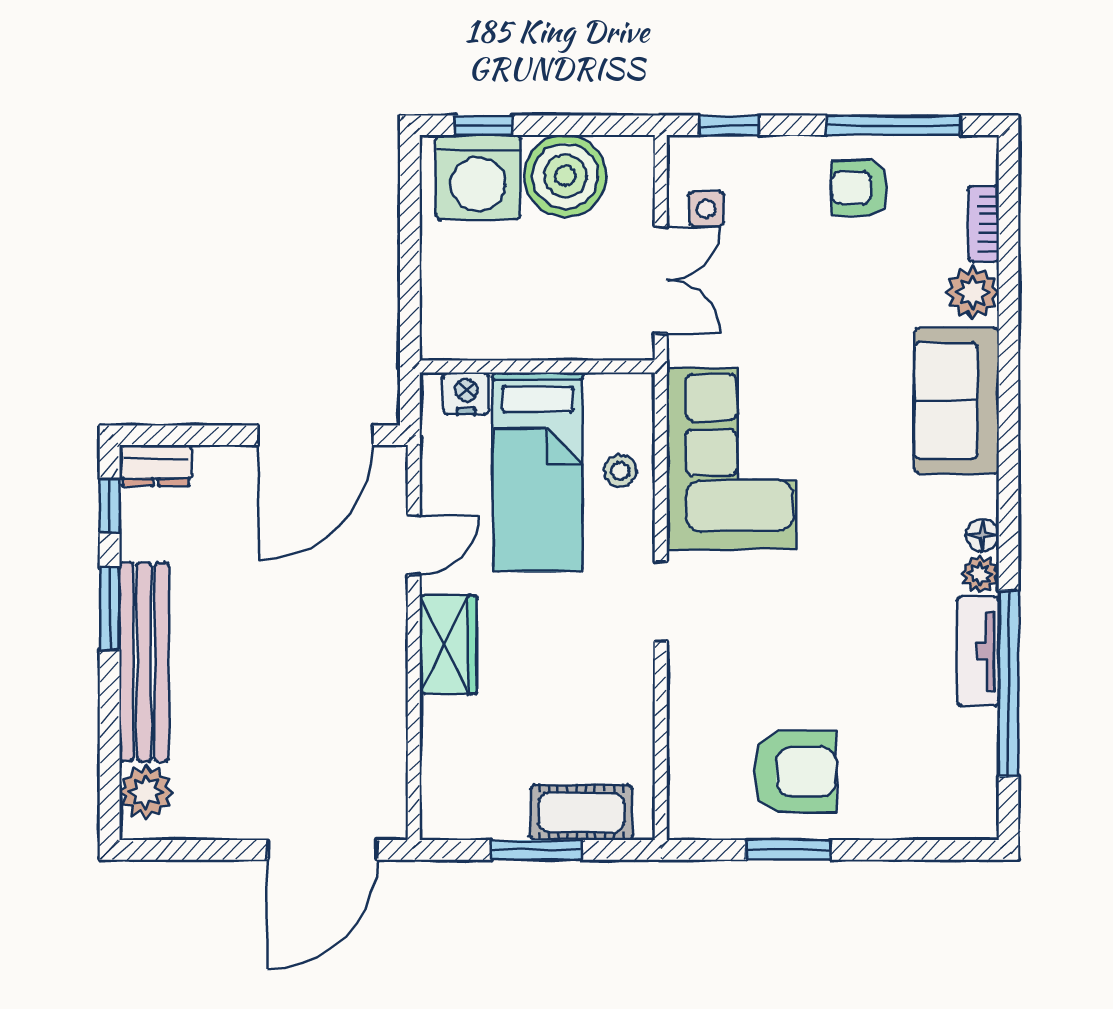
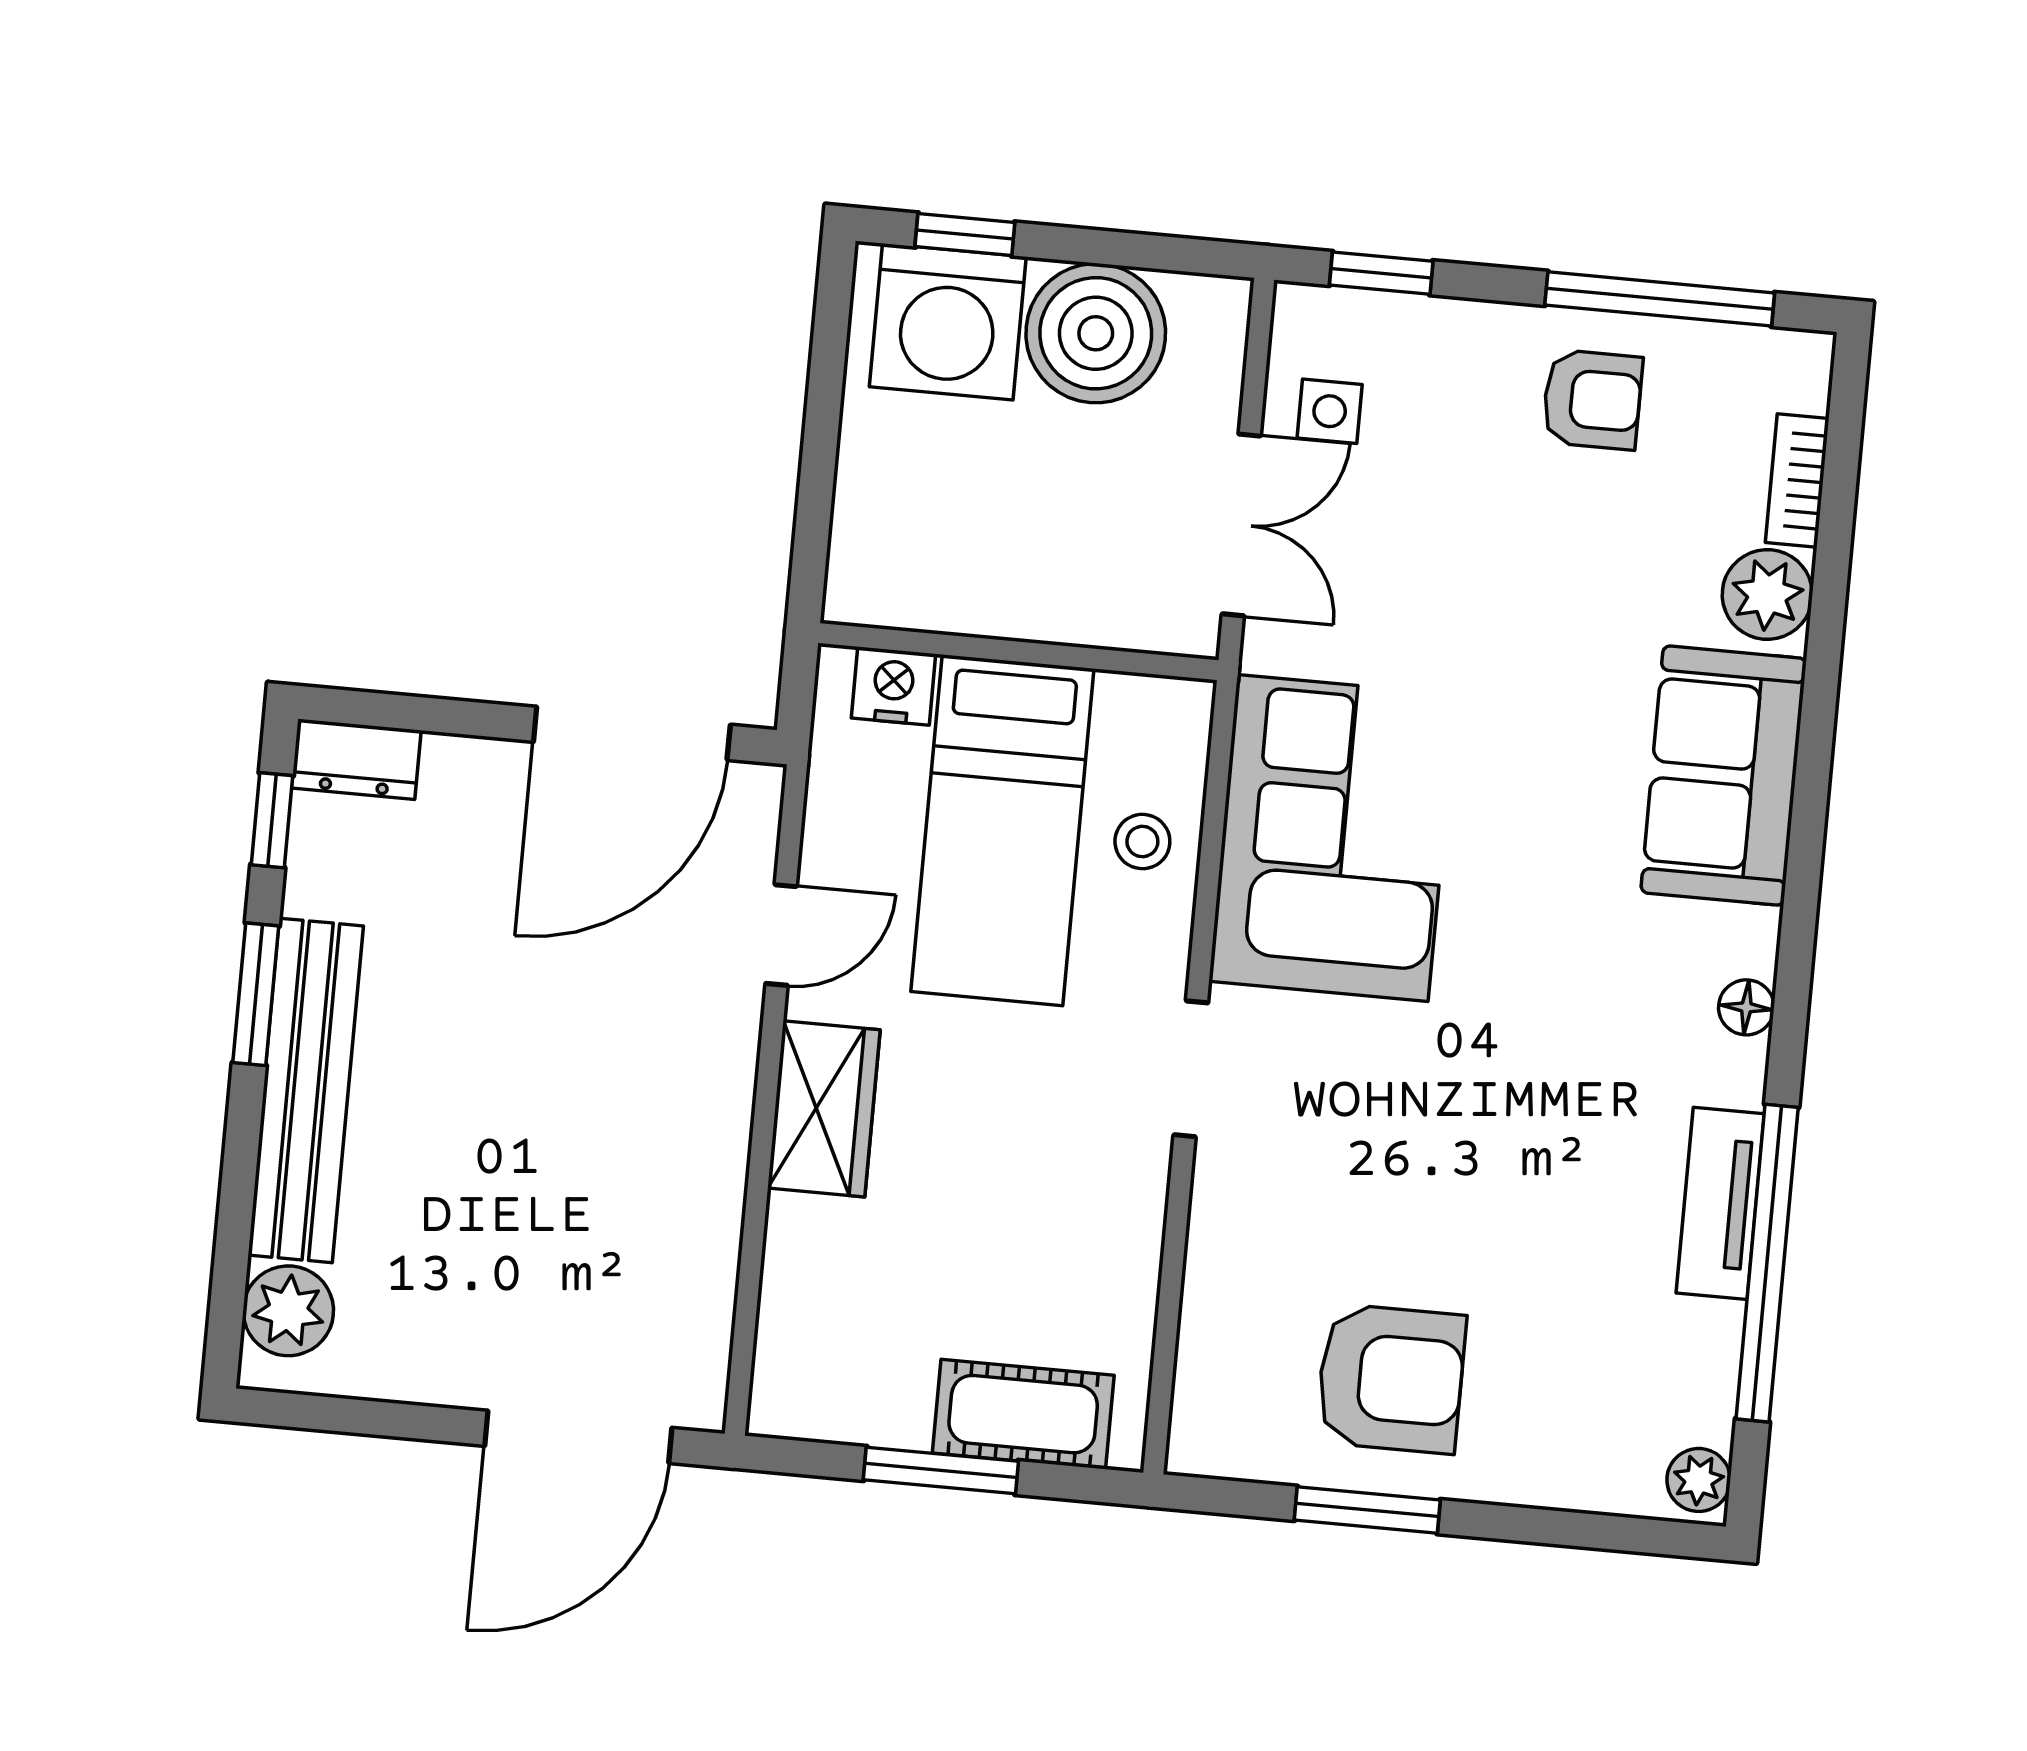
armchair: (859, 188) -> (1592, 400), turned 180
plant: (980, 574) -> (1699, 1480), moved

